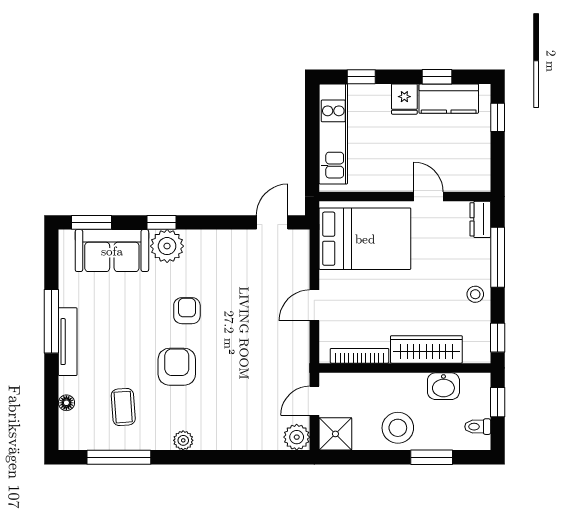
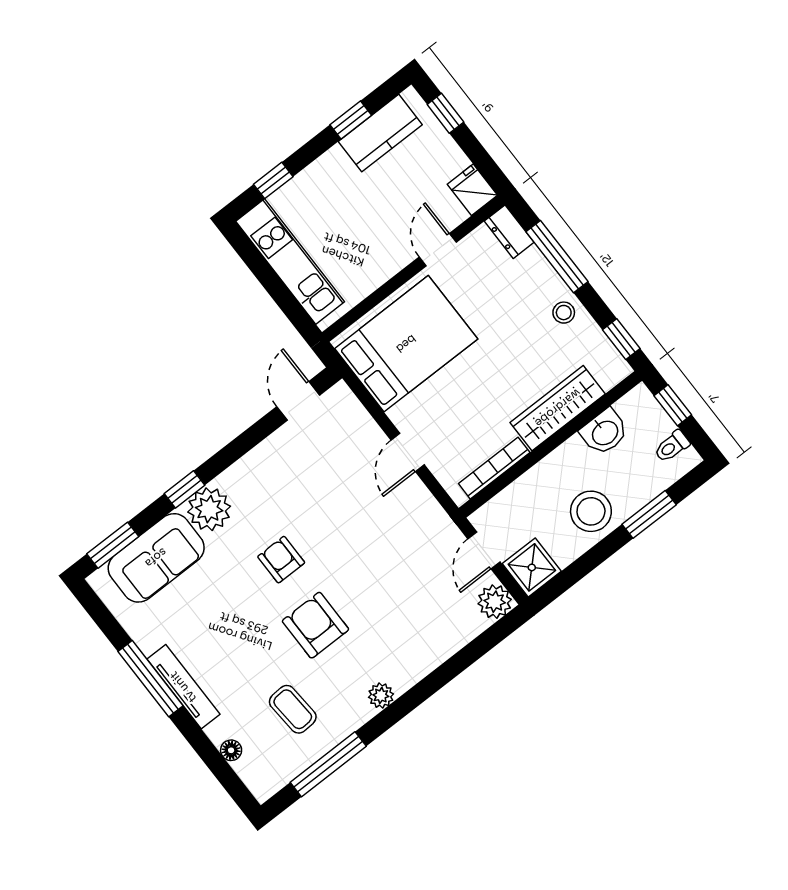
fridge: (404, 99) -> (472, 190), moved, turned 180
door: (428, 197) -> (438, 250), hinge flipped

